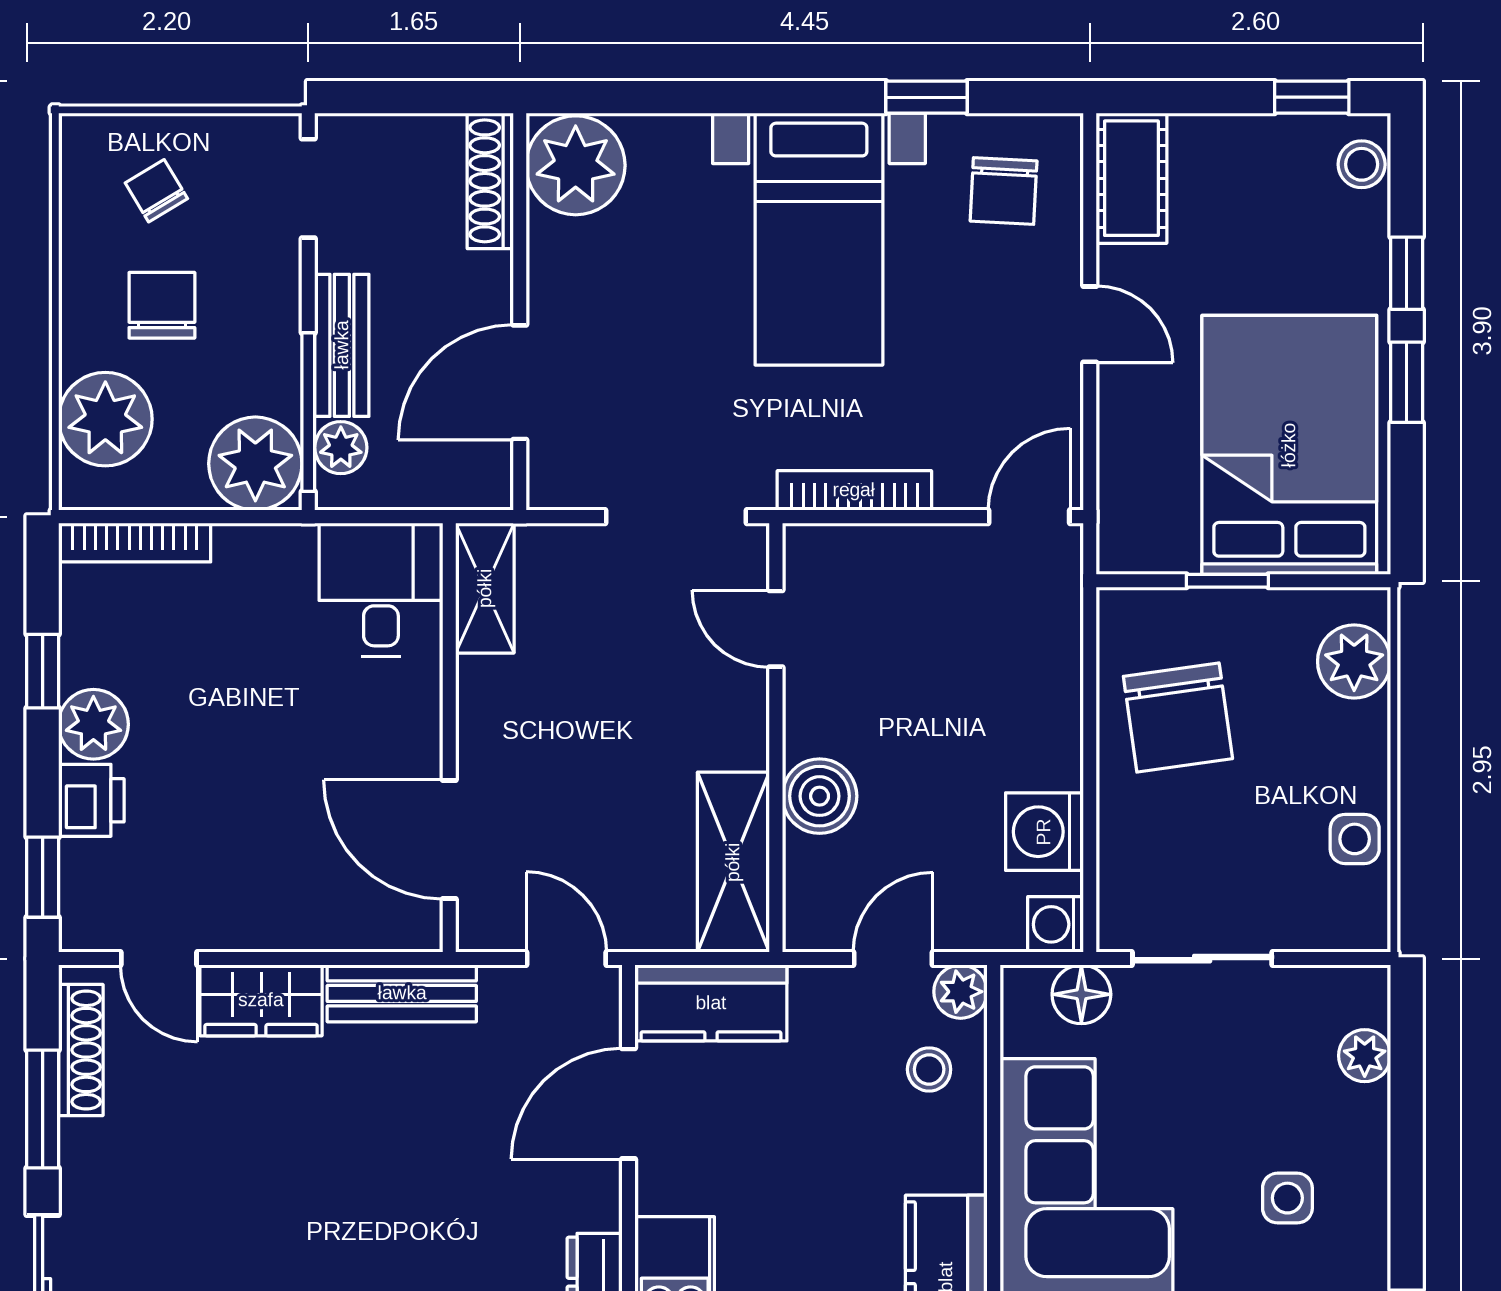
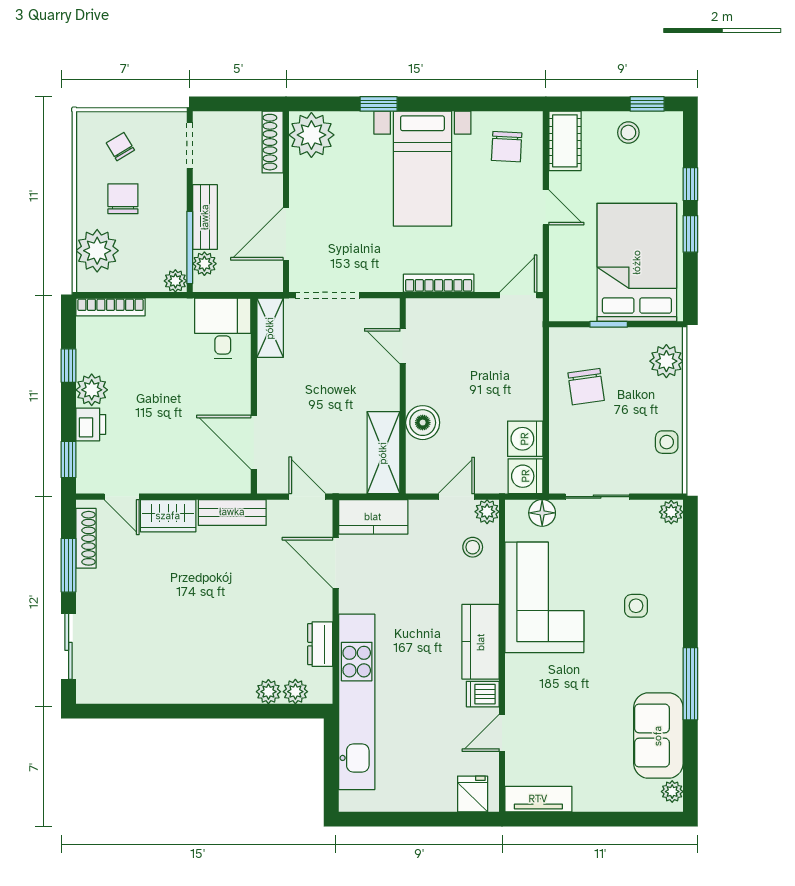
window: (926, 97) -> (379, 104), moved
stool: (1362, 164) -> (628, 133), moved
plant: (255, 464) -> (175, 281), width x0.53, depth x0.53
doorway: (676, 517) -> (327, 295), moved
chair: (1178, 718) -> (586, 387), width x0.73, depth x0.73
washing machine: (1056, 924) -> (526, 476), width x1.38, depth x1.38
plant: (1365, 1056) -> (671, 512), moved
door: (629, 1104) -> (336, 563), hinge flipped

